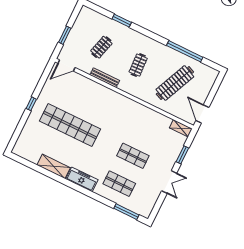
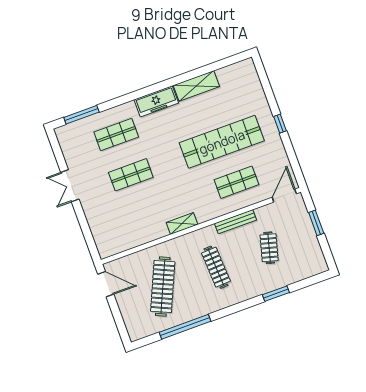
clothes rail: (138, 65) -> (216, 267), width x1.36
shop shelf: (84, 97) -> (236, 182), added
shelving: (181, 128) -> (182, 224), moved
window: (182, 155) -> (84, 225), removed

